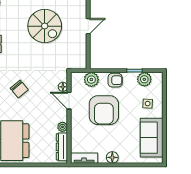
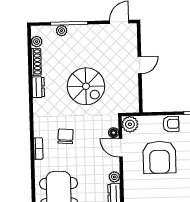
spiral stairs: (45, 26) -> (86, 86), moved
plant: (91, 80) -> (130, 124), moved
chair: (19, 89) -> (66, 136), turned -136

